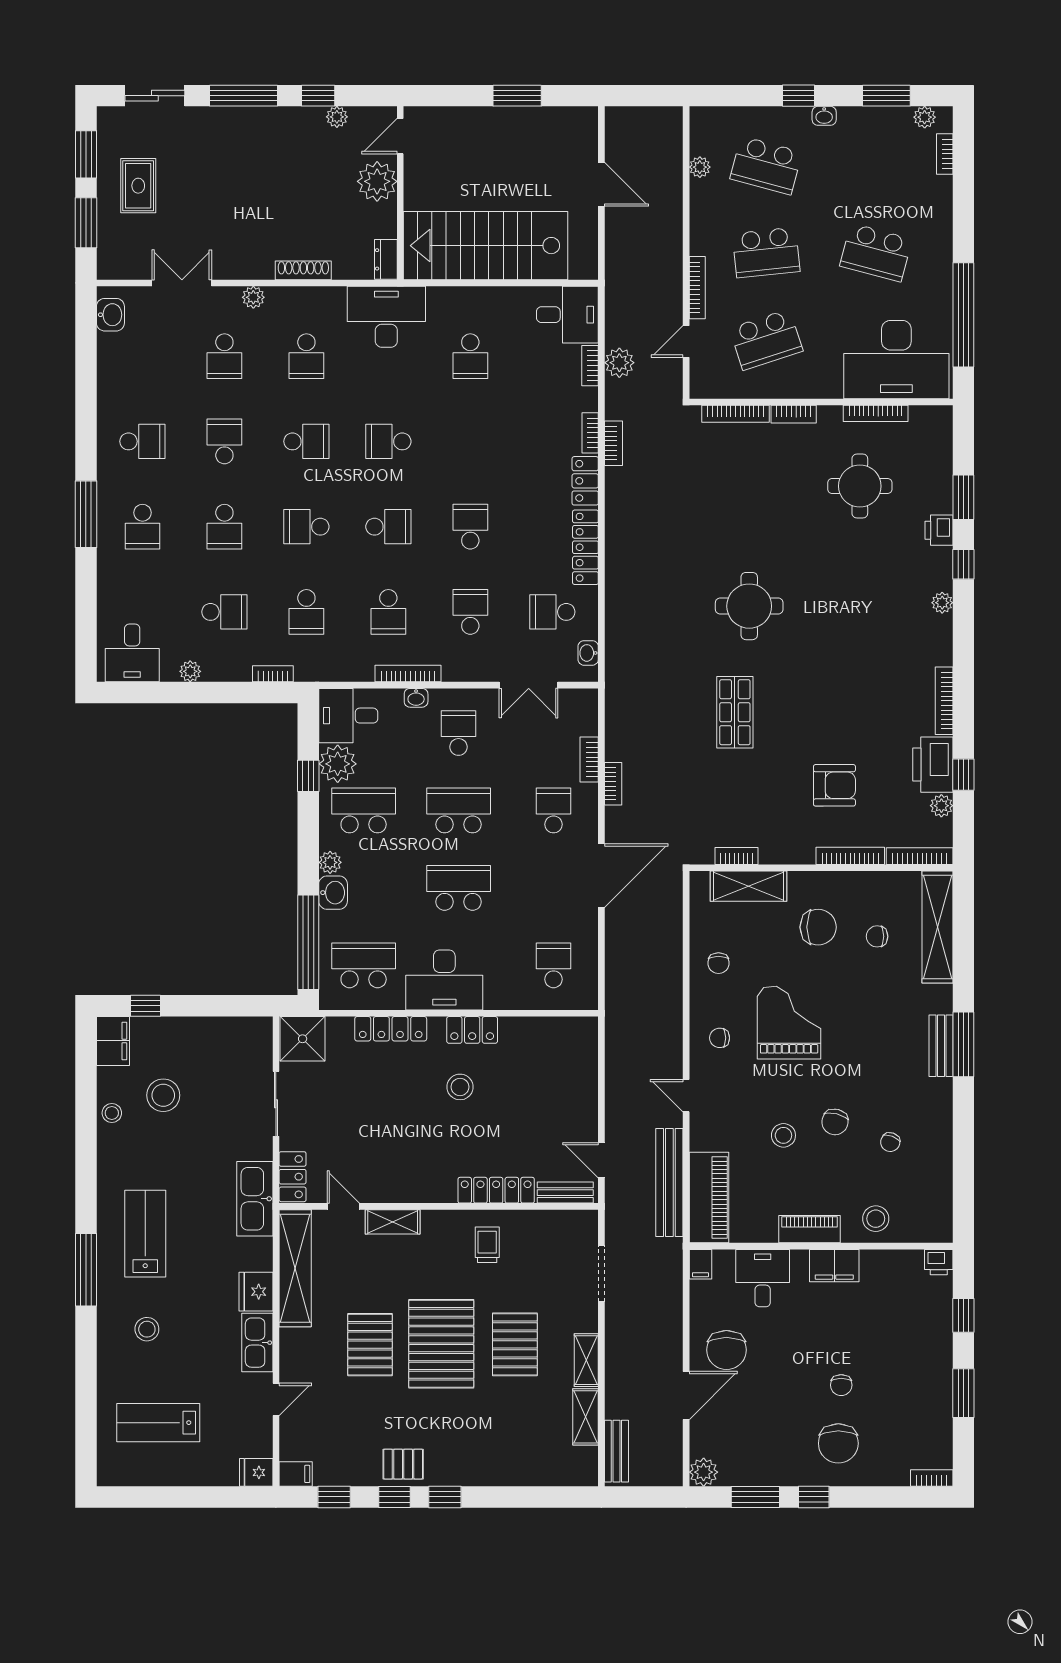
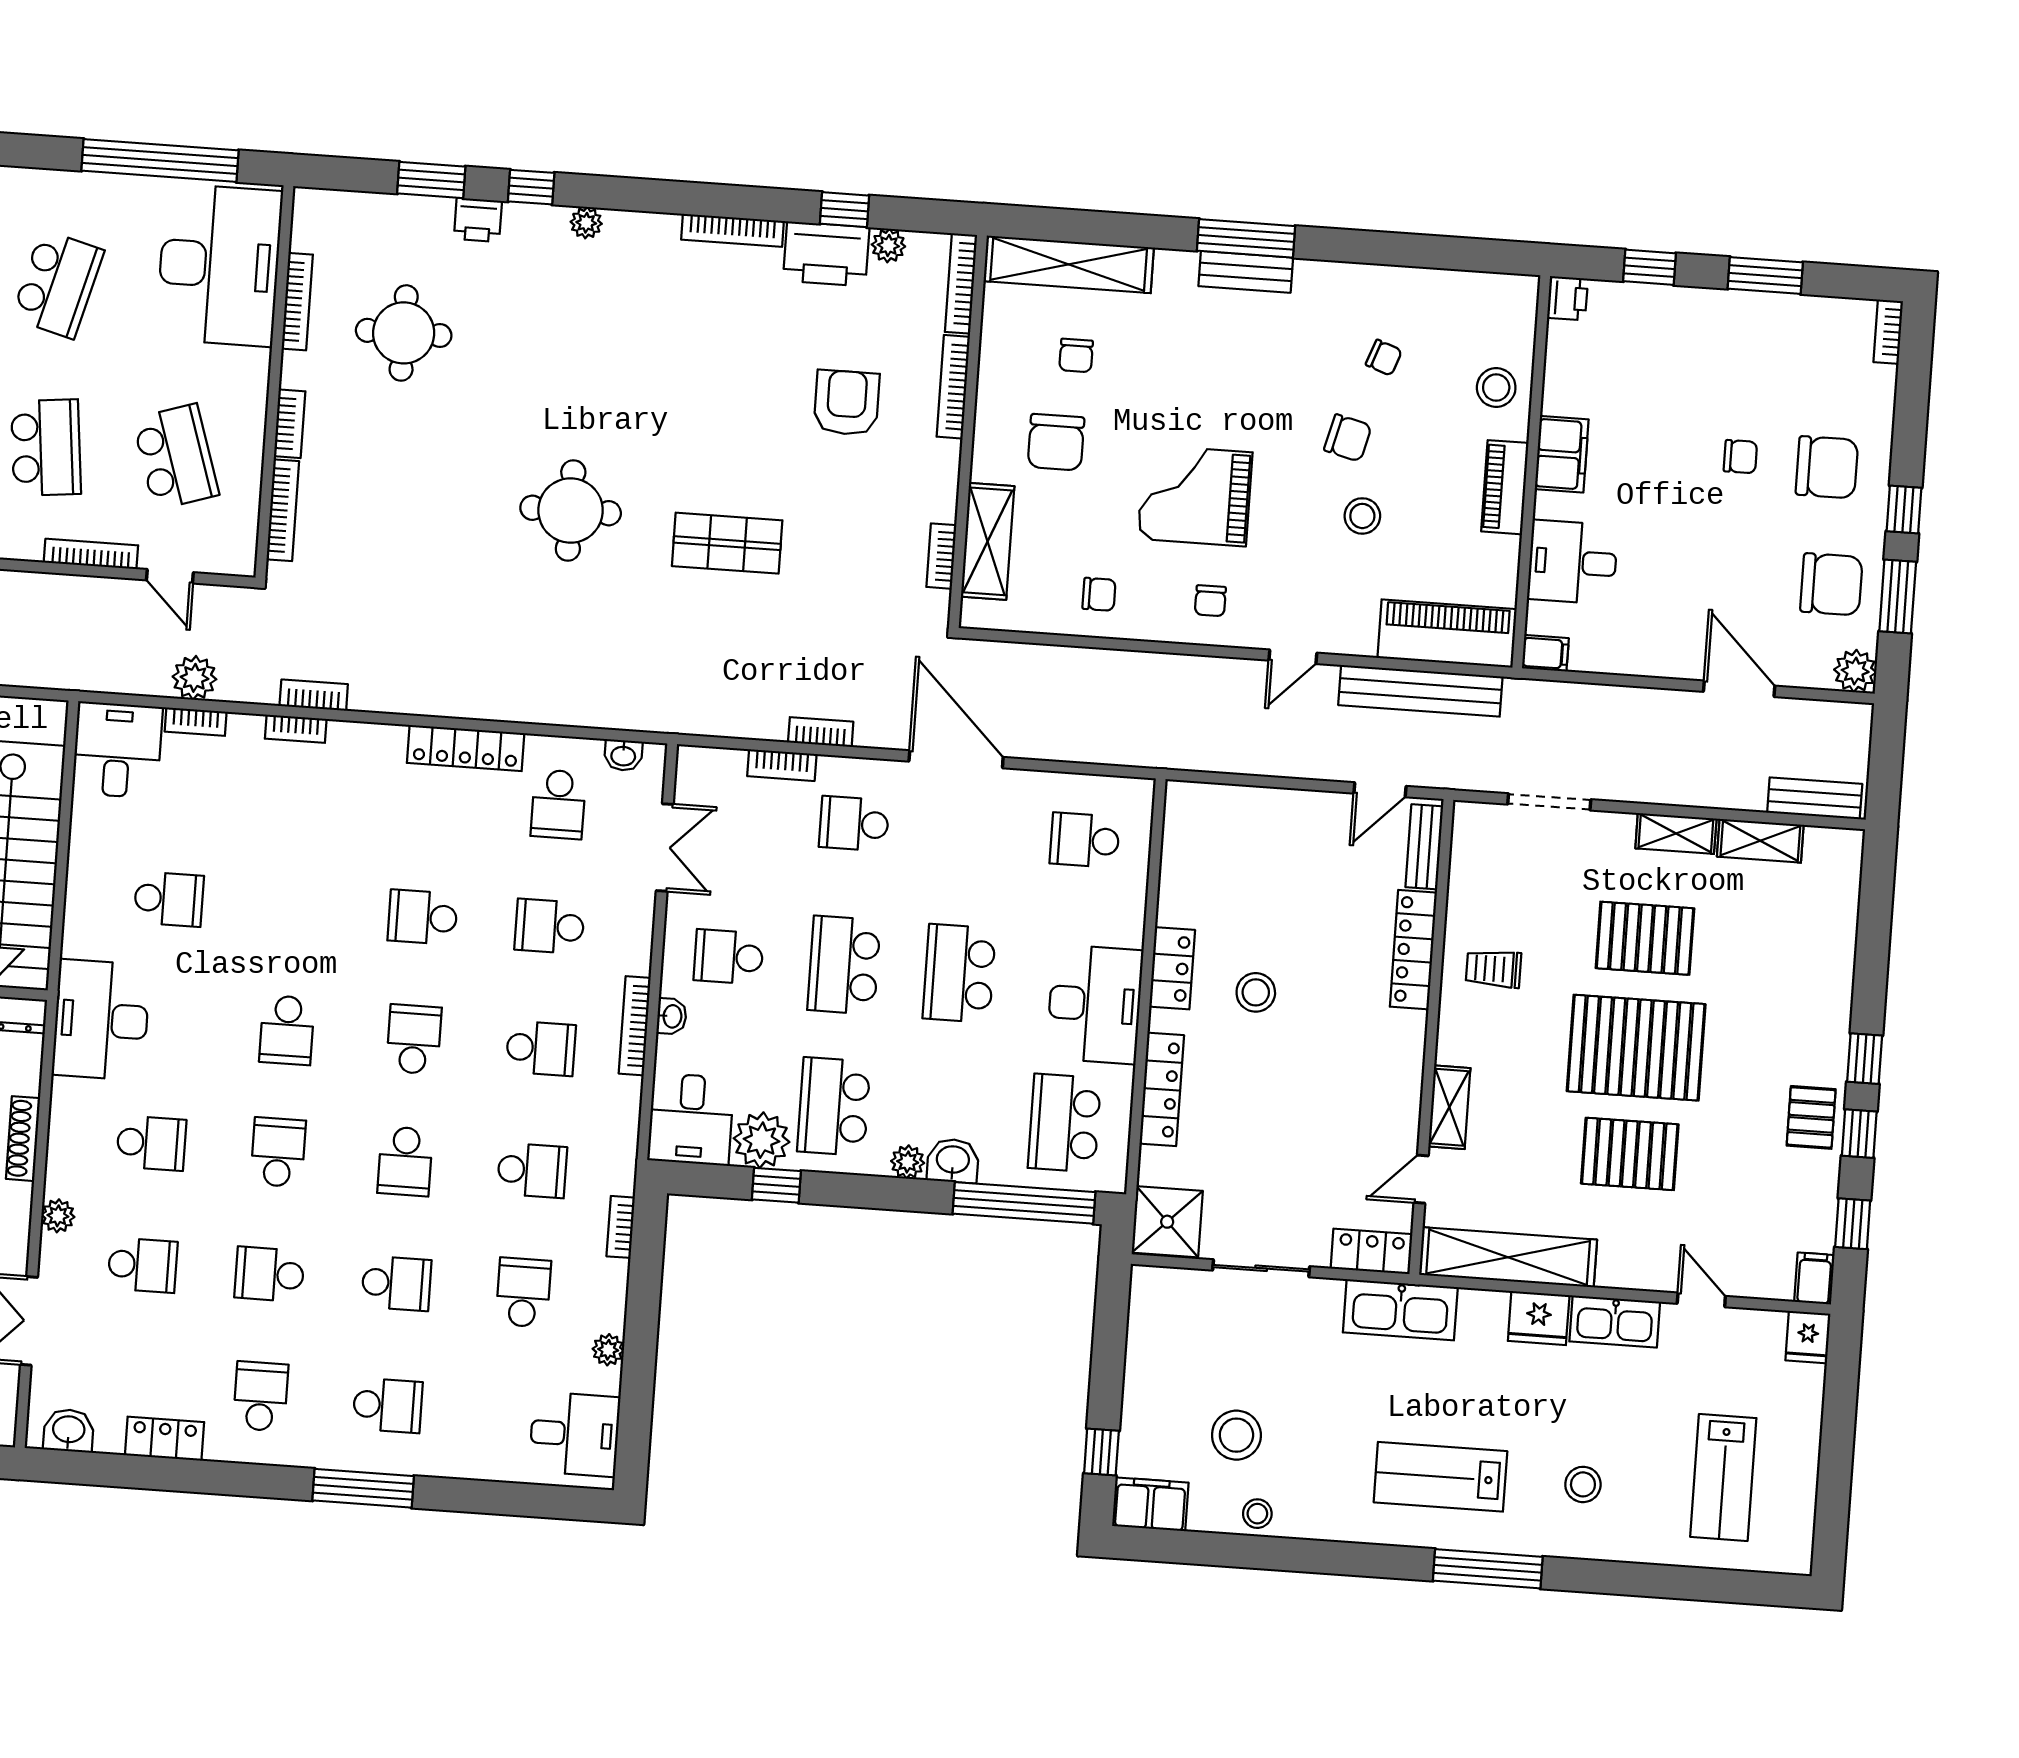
locker: (585, 481) -> (165, 1439), moved, turned 180
chair: (818, 927) -> (1056, 442), turned 180
chair: (726, 1350) -> (1831, 584), moved

